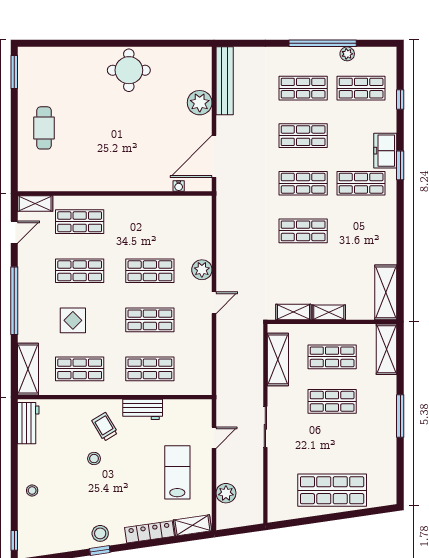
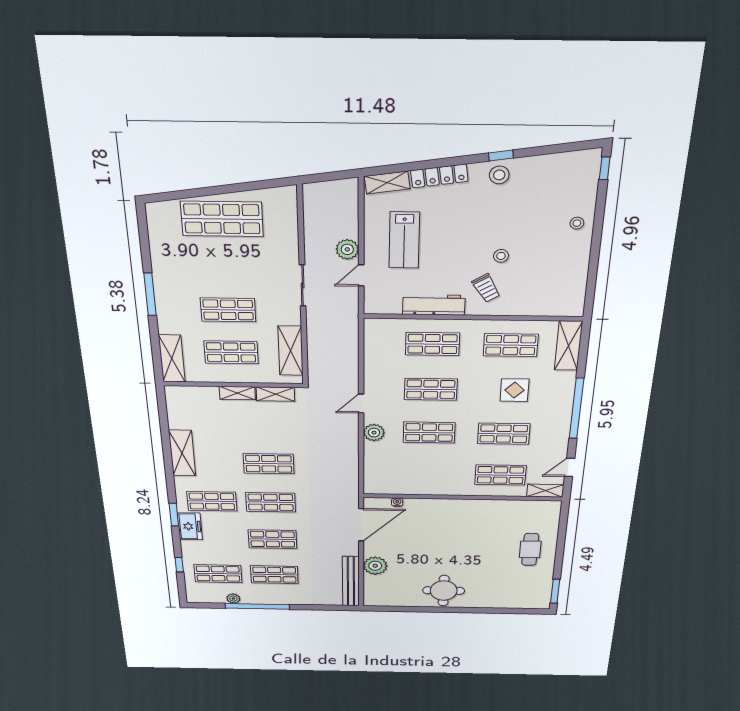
shelving: (386, 292) -> (182, 453), moved
workbench: (143, 409) -> (434, 305), width x1.37
workbench: (28, 423) -> (574, 293), removed
plant: (226, 493) -> (347, 249), moved

